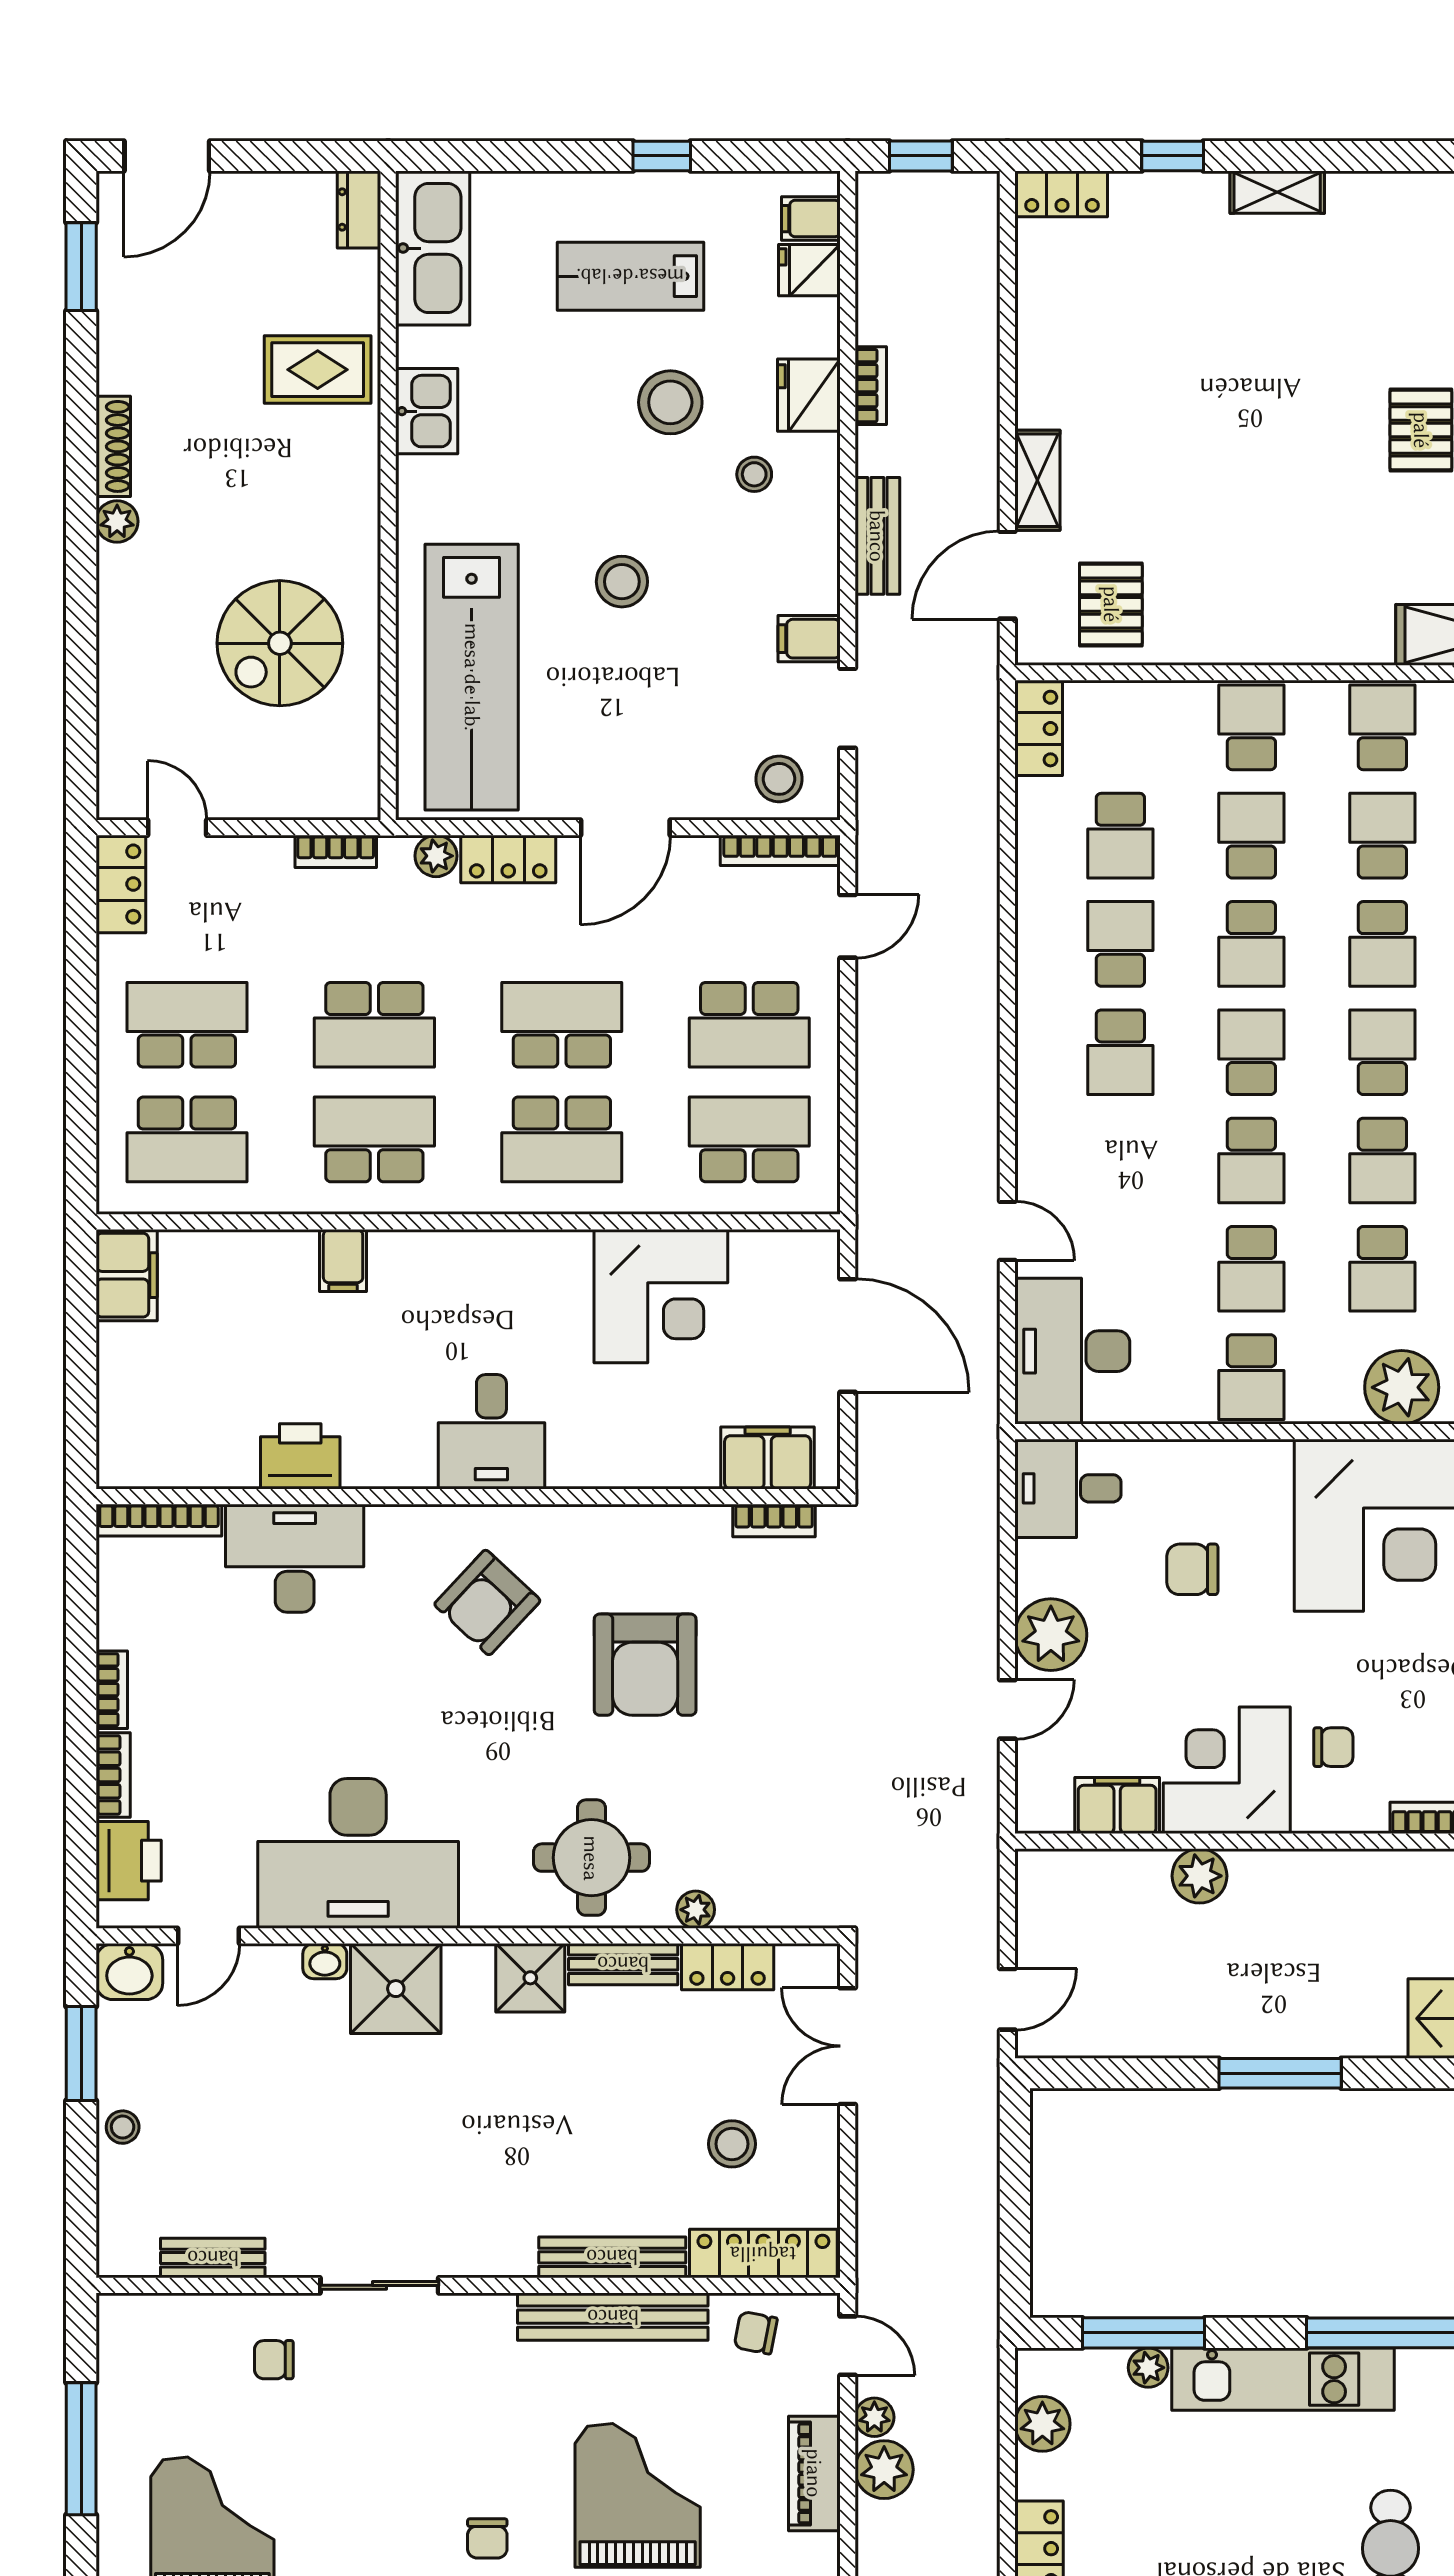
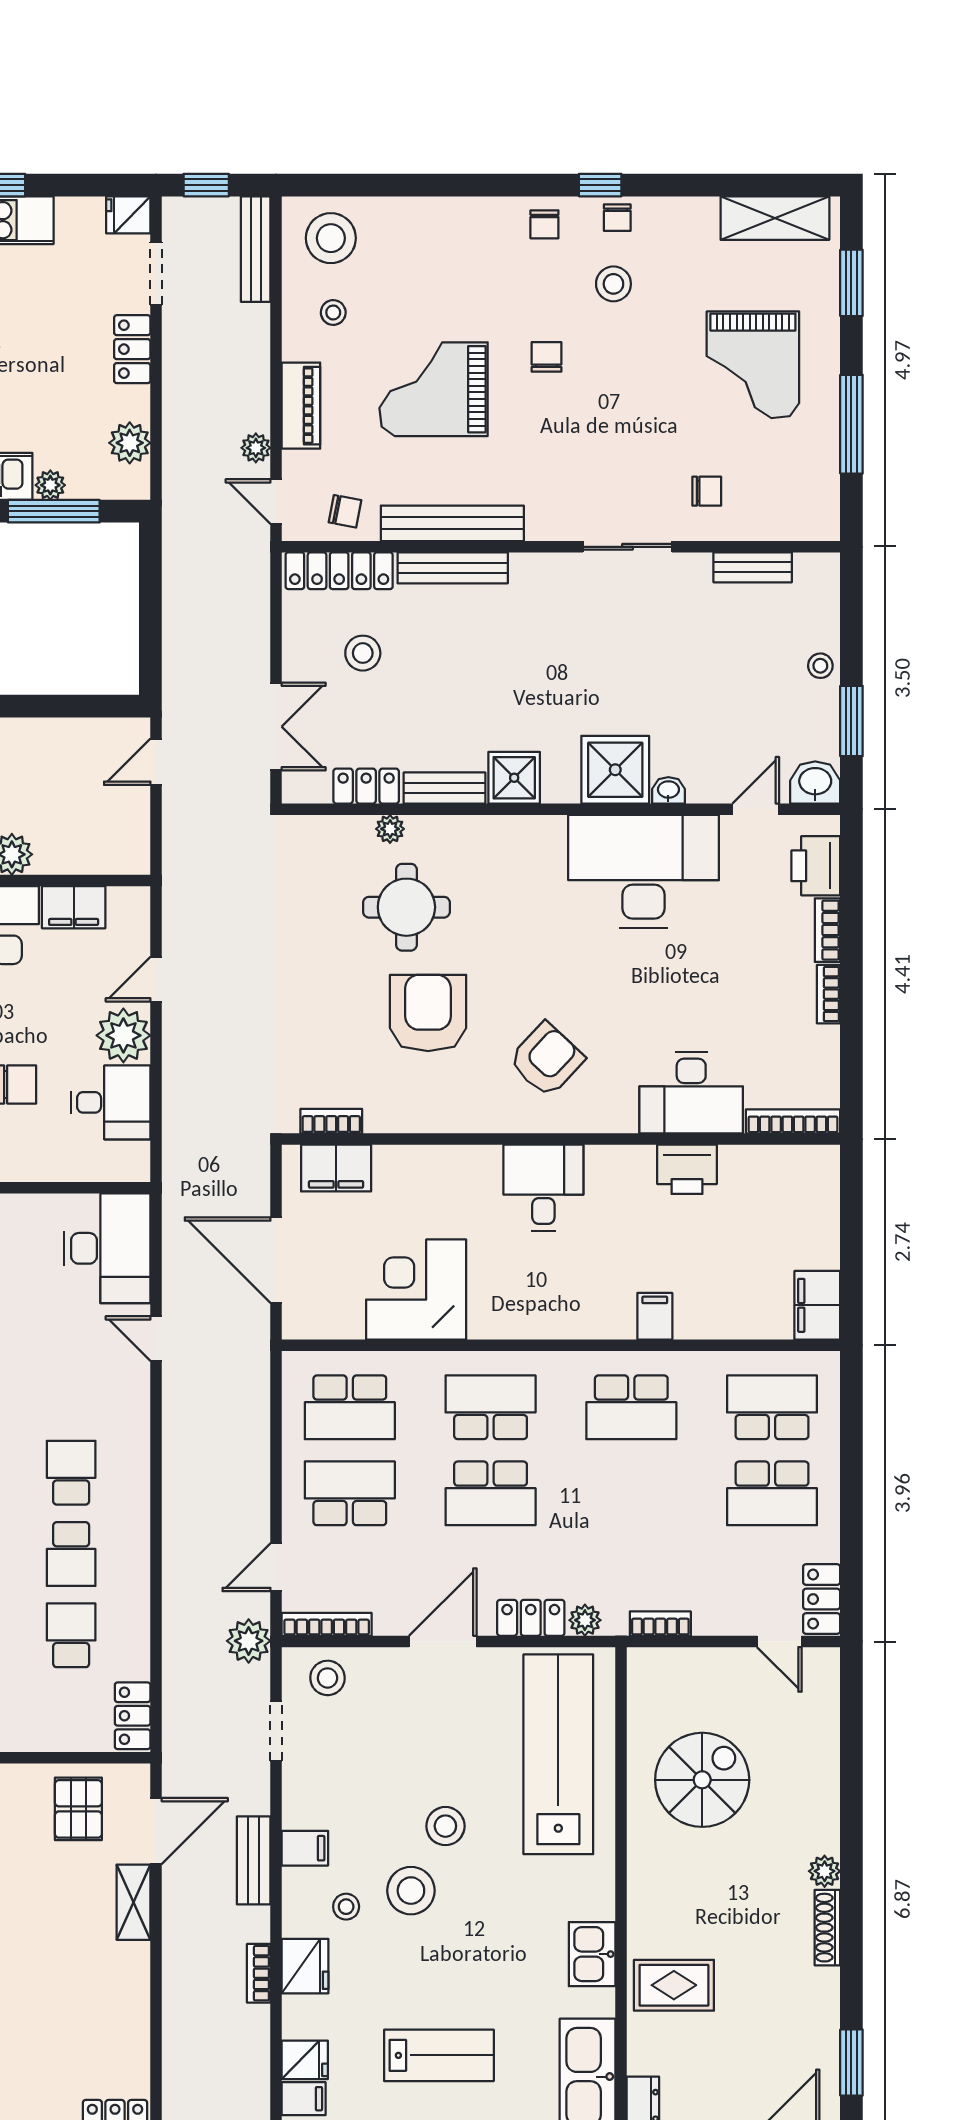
stool: (670, 402) -> (411, 1891), moved
filing cabinet: (809, 639) -> (305, 1848), moved
school desk: (374, 1025) -> (631, 1493), removed
desk: (1068, 1488) -> (111, 1102), moved
round table: (591, 1858) -> (406, 907), moved
plant: (884, 2470) -> (249, 1641), moved
grand piano: (638, 2495) -> (434, 389), turned 90

